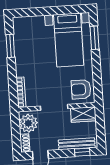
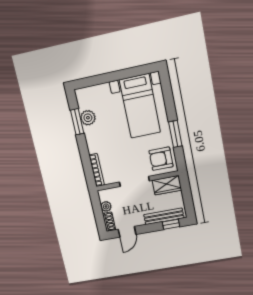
window: (95, 38) -> (175, 134), moved
plant: (21, 44) -> (88, 118), added
plant: (28, 123) -> (106, 206), width x0.53, depth x0.53

